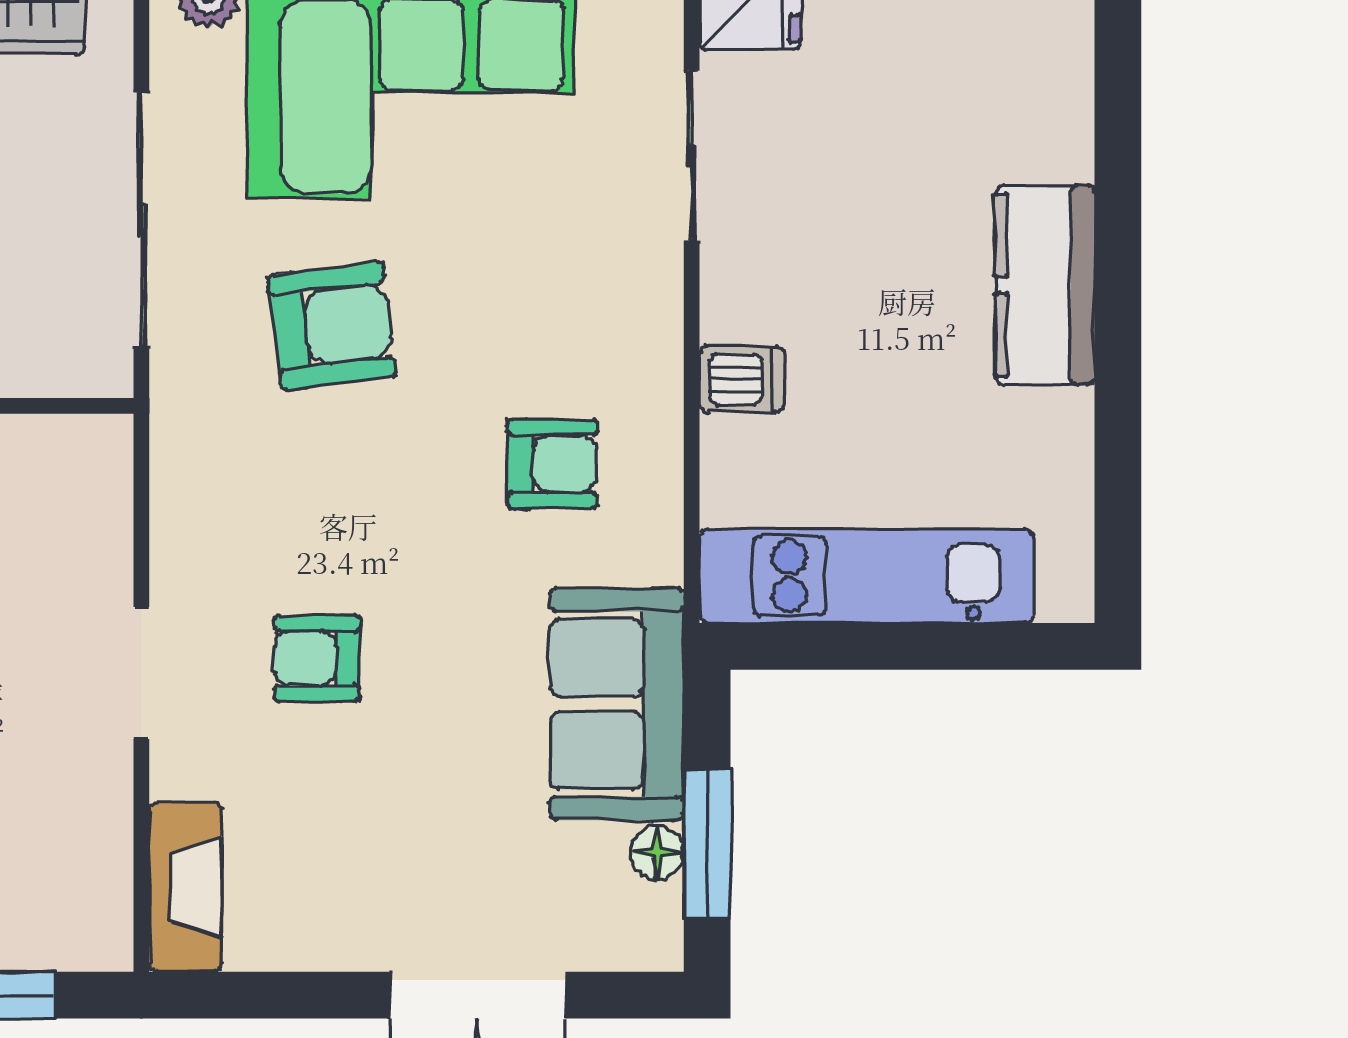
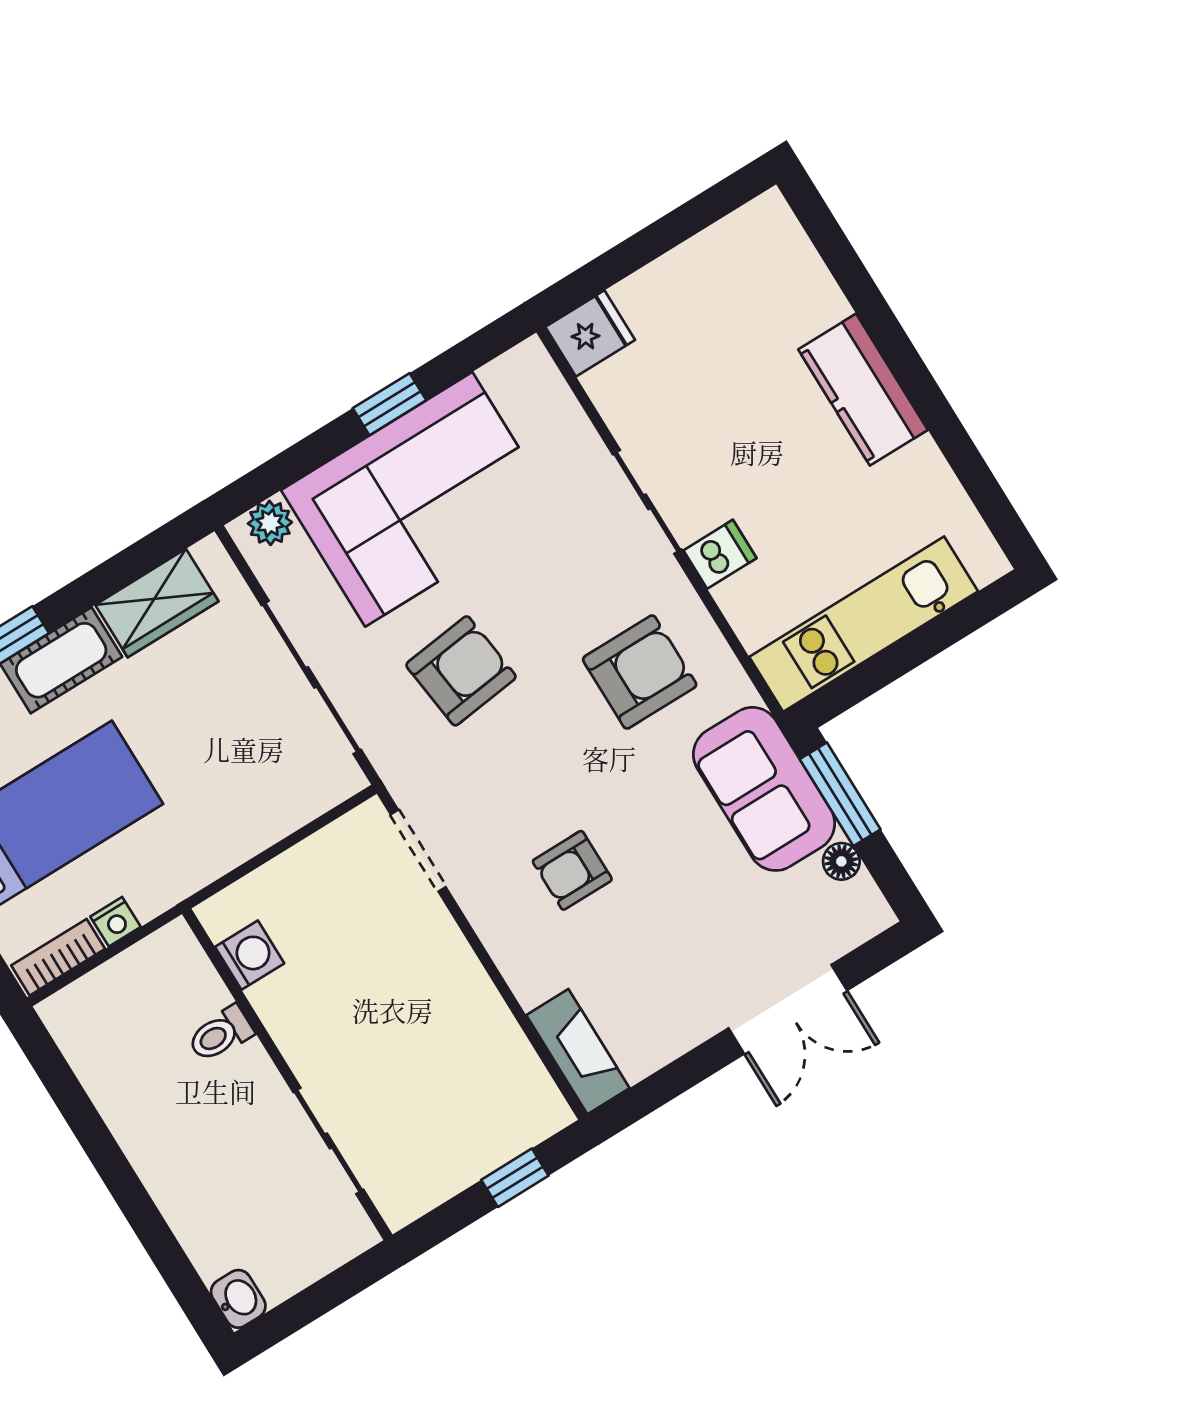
sliding door: (692, 156) -> (647, 502), moved
armchair: (552, 464) -> (640, 672), width x1.38, depth x1.38
doorway: (141, 673) -> (418, 851), moved
window: (707, 844) -> (840, 794), moved

